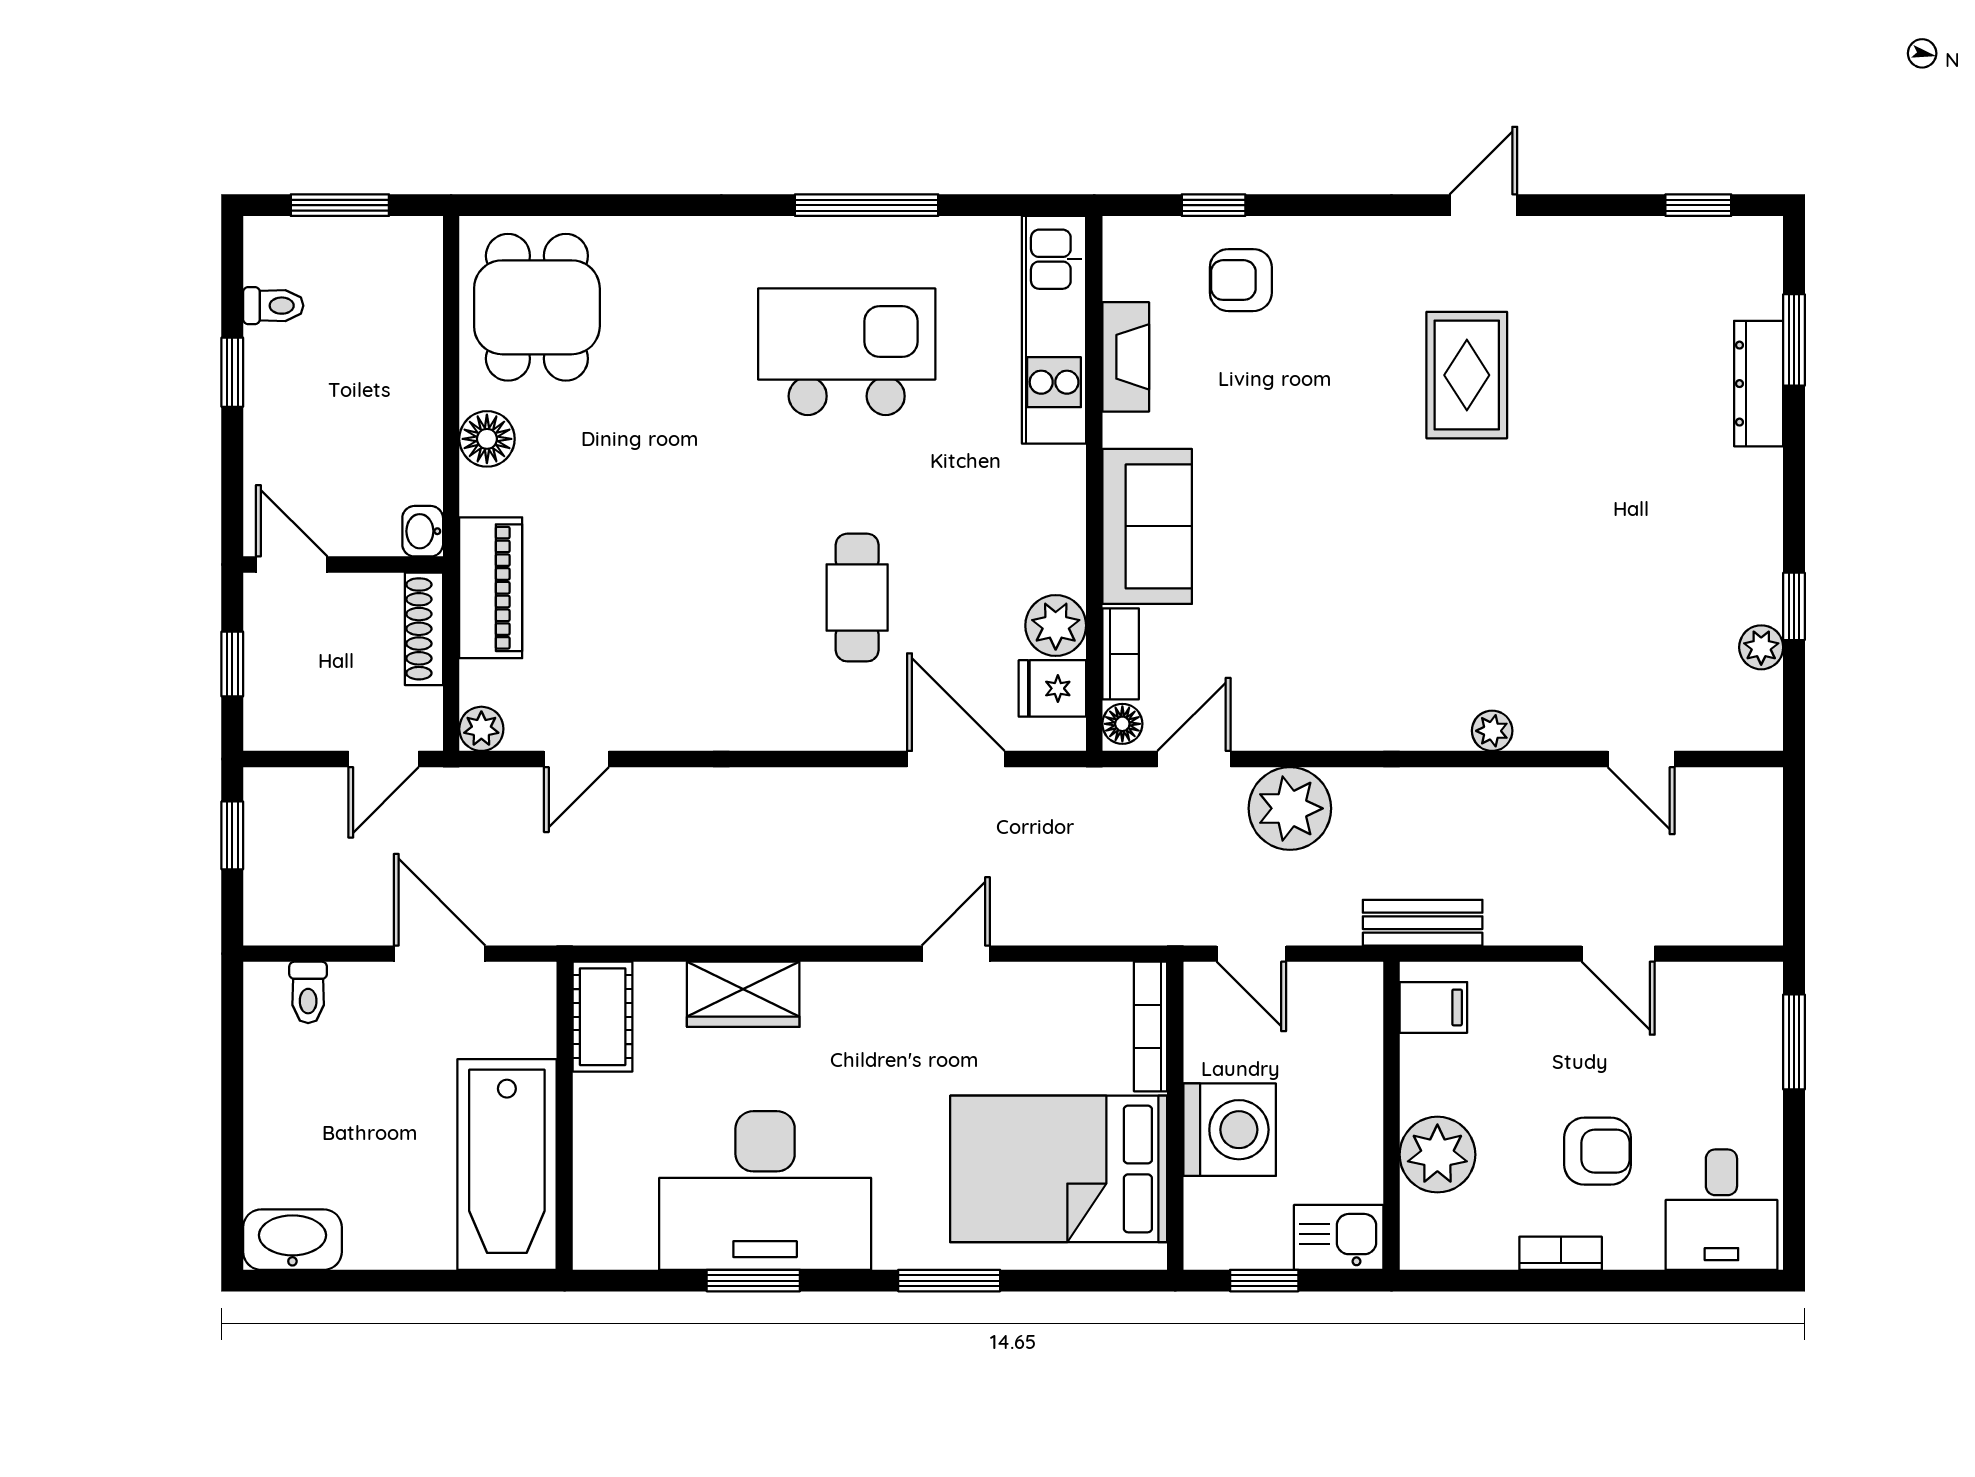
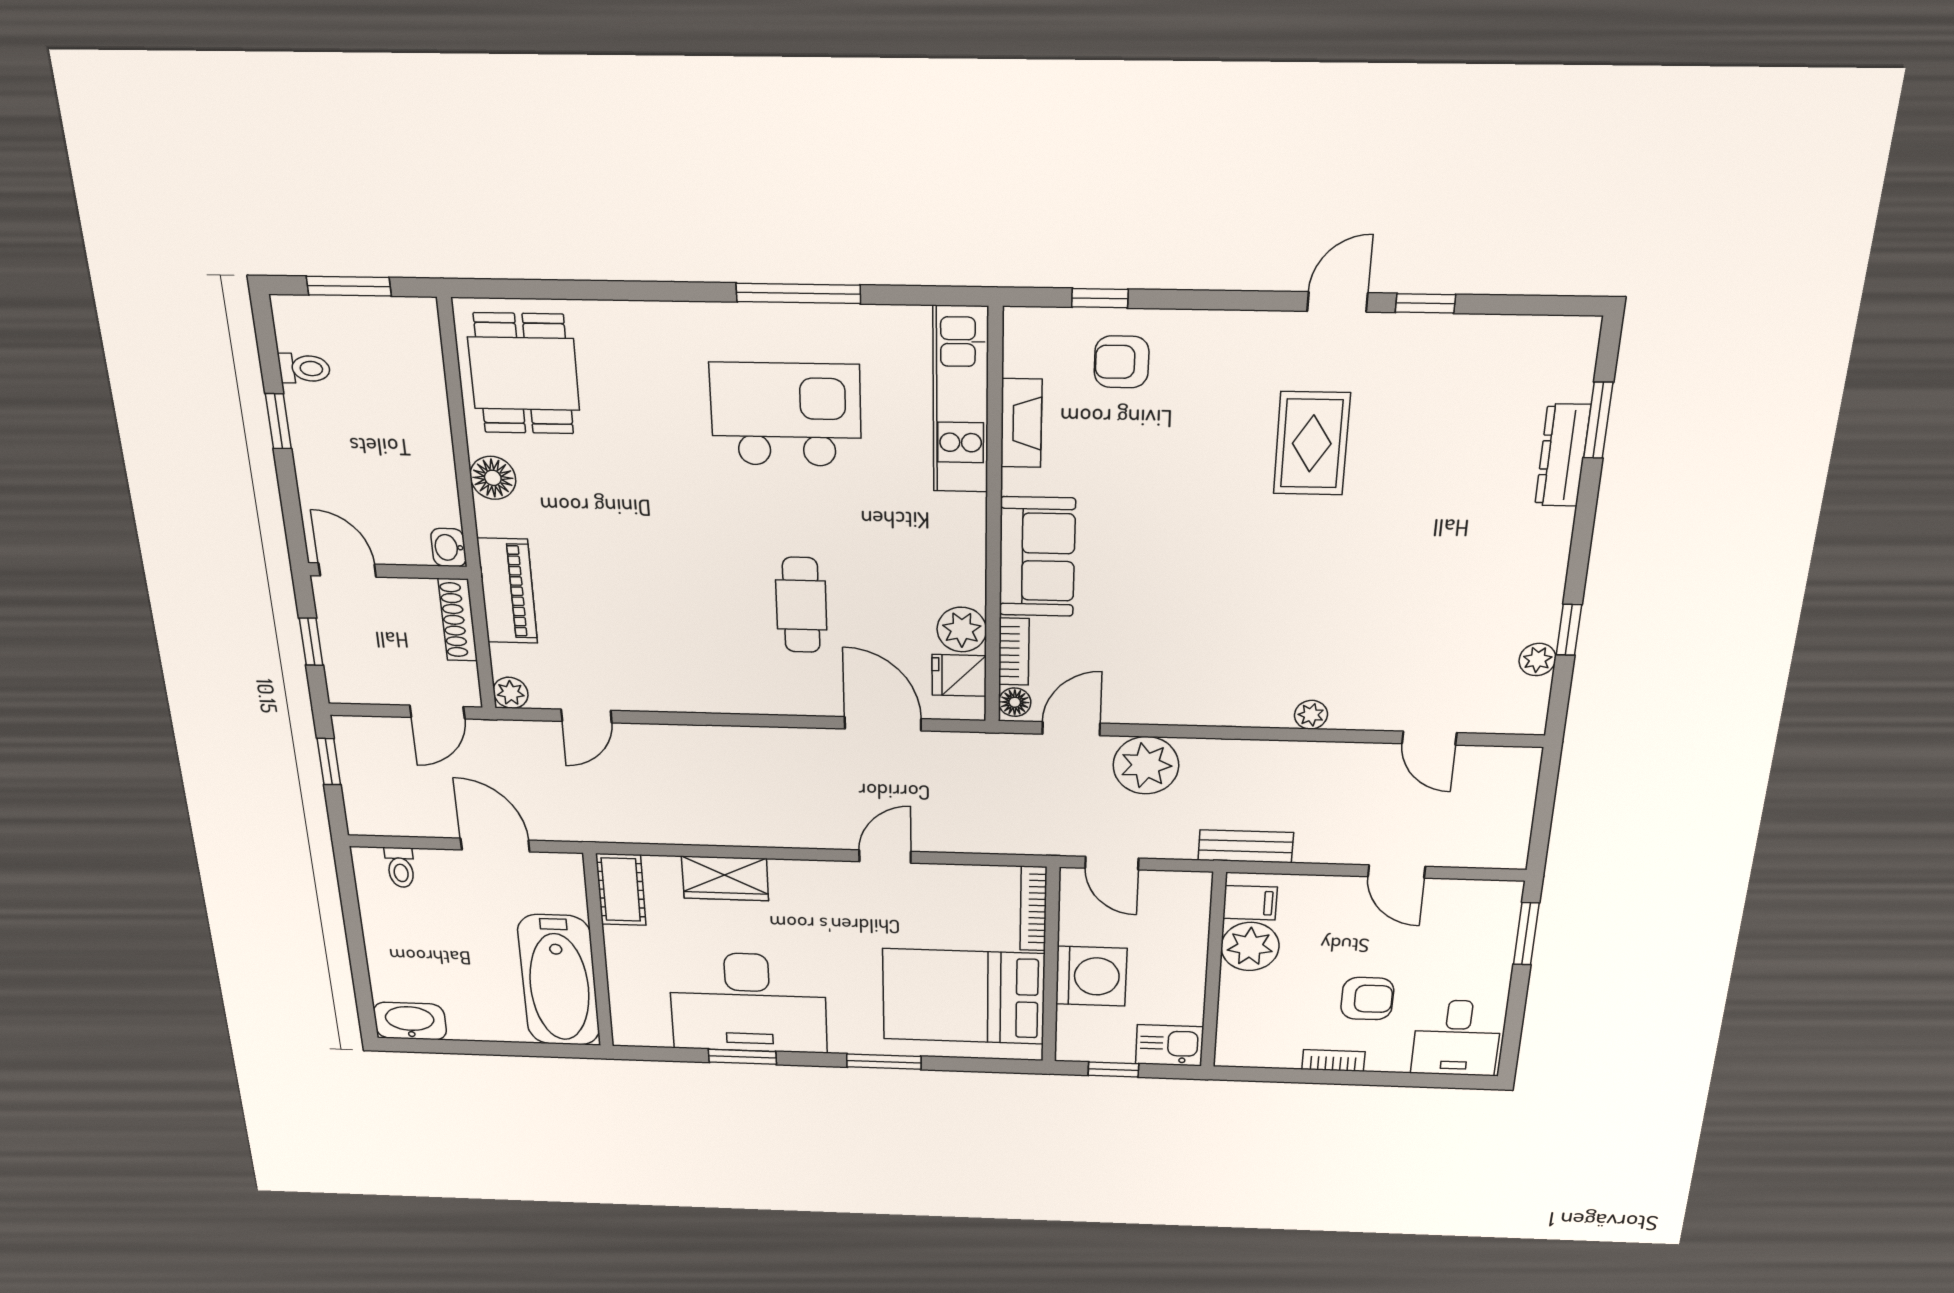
window: (1698, 205) -> (1425, 303), moved
plant: (1437, 1155) -> (1250, 947), moved

